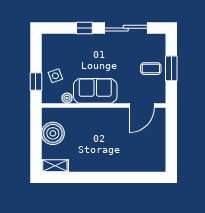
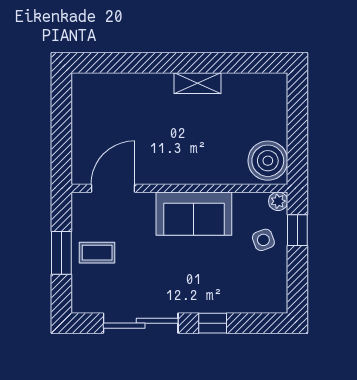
plant: (67, 98) -> (278, 201), moved
boiler: (53, 133) -> (268, 161), moved
shelving: (55, 166) -> (197, 83), moved

